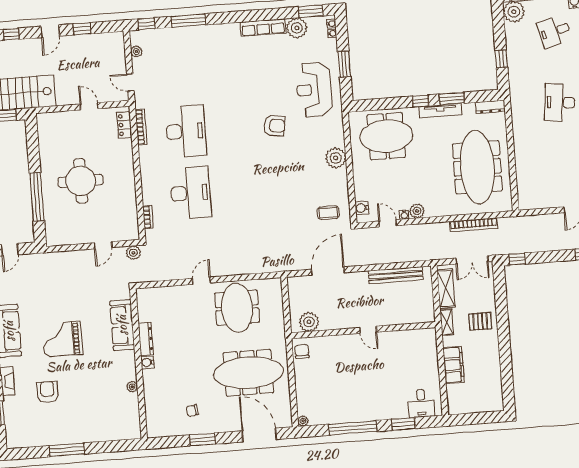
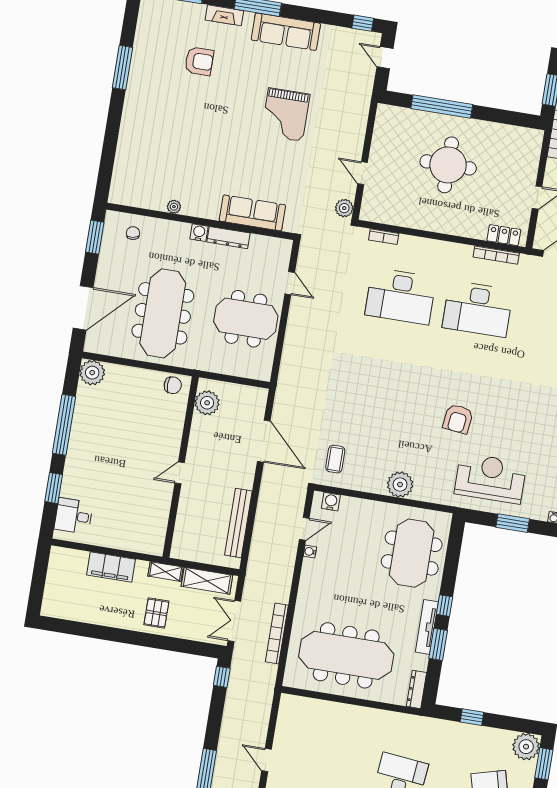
plant: (417, 211) -> (311, 568), removed
sofa: (122, 325) -> (252, 213), moved
grand piano: (62, 339) -> (285, 115), moved, turned 180
dresser: (146, 339) -> (228, 238), moved
water cooler: (147, 362) -> (199, 233), moved
wall: (139, 364) -> (200, 221), moved
plant: (132, 387) -> (174, 207), moved
plant: (303, 421) -> (92, 373), width x1.88, depth x1.88

